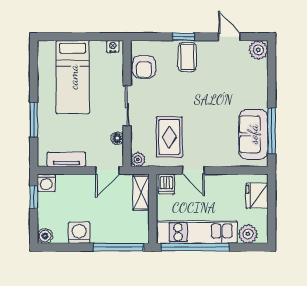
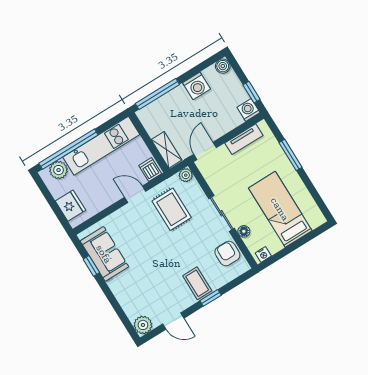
window: (272, 131) -> (91, 266), width x0.46
floor lamp: (117, 138) -> (244, 231), moved
window: (195, 247) -> (68, 149), moved

